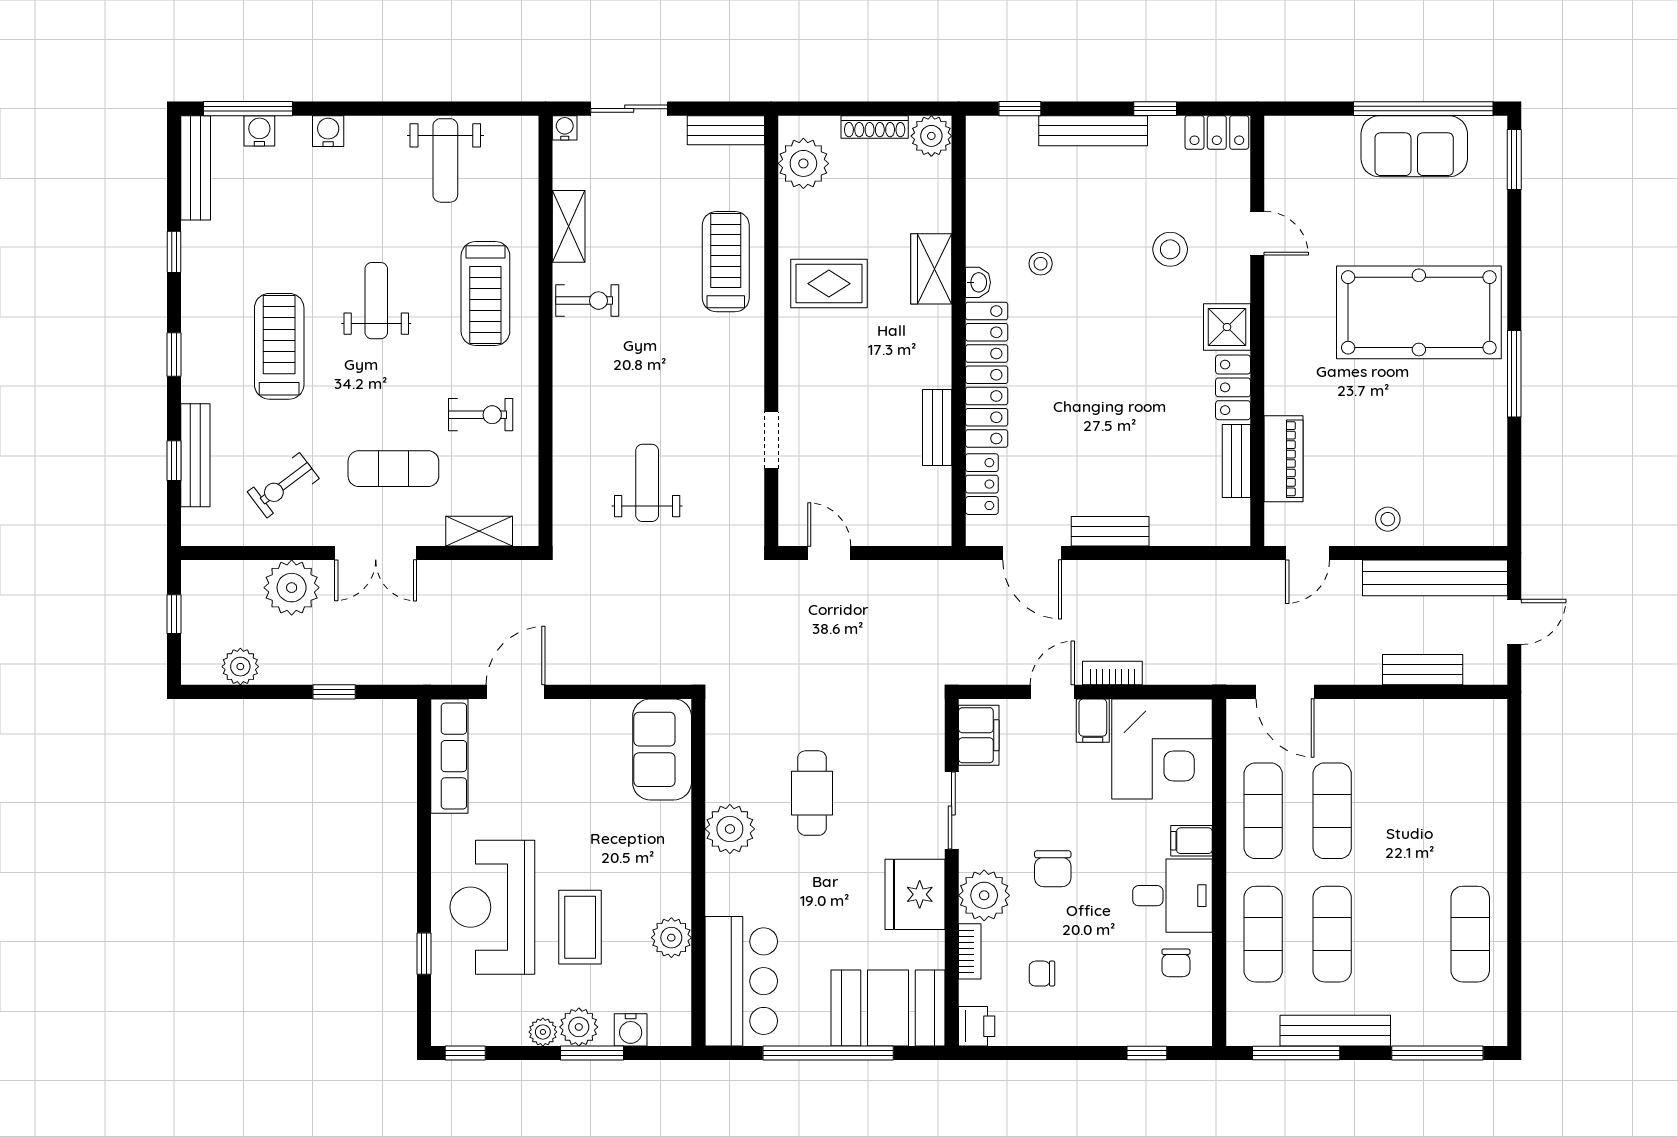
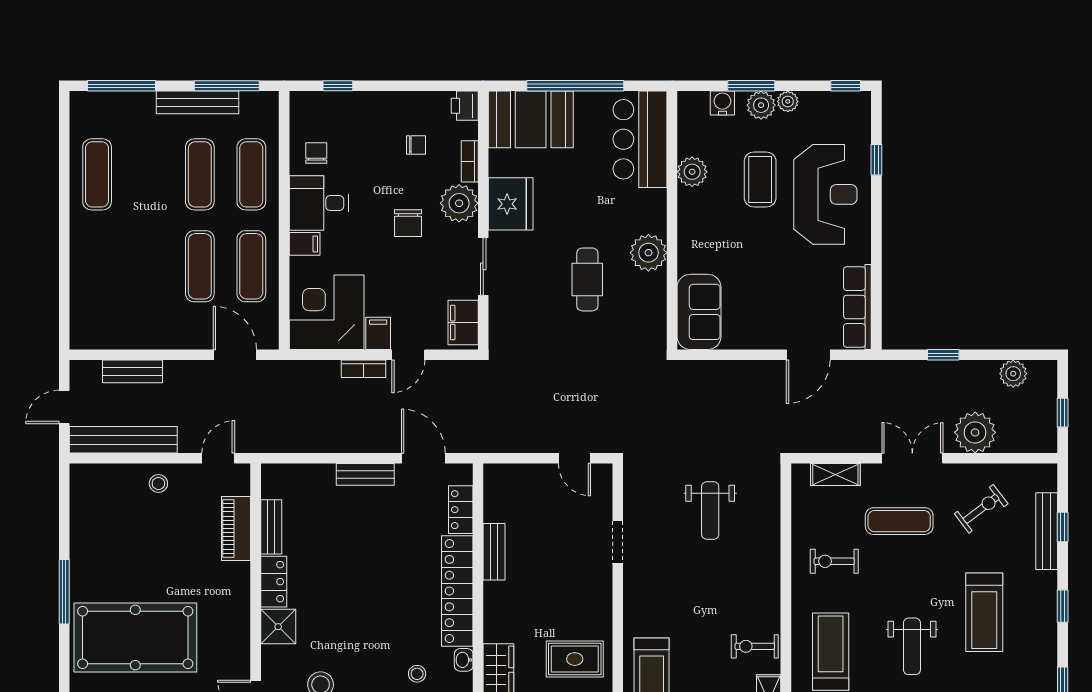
chair: (1053, 869) -> (408, 223), turned 180

